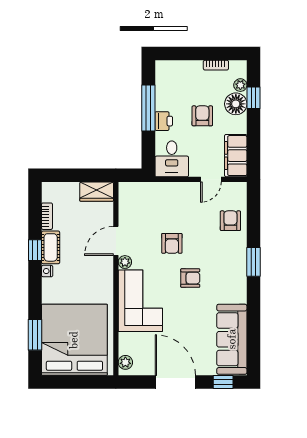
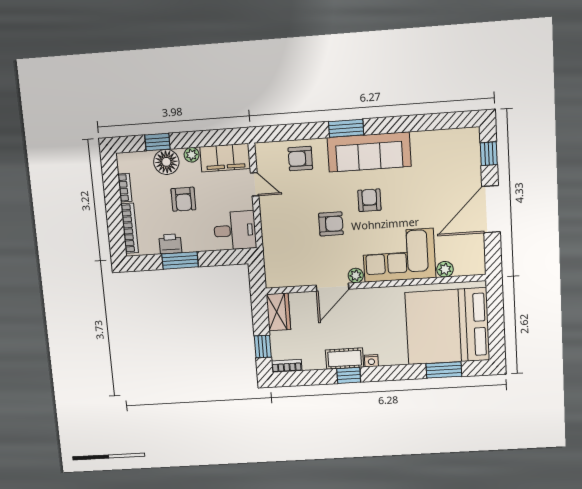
bookcase: (180, 66) -> (130, 228), added
plant: (240, 85) -> (192, 155), moved
window: (148, 108) -> (180, 260), width x0.69
armchair: (202, 116) -> (183, 199), turned -90
printer: (164, 121) -> (170, 244), moved
window: (66, 175) -> (263, 347), added
bookcase: (47, 216) -> (287, 366), moved
door: (116, 241) -> (332, 287), hinge flipped
sofa: (232, 339) -> (369, 152), moved
plant: (125, 362) -> (445, 269), moved

